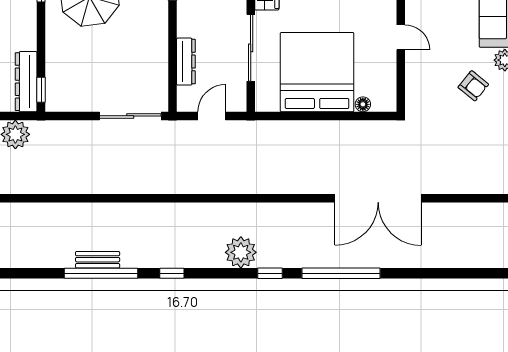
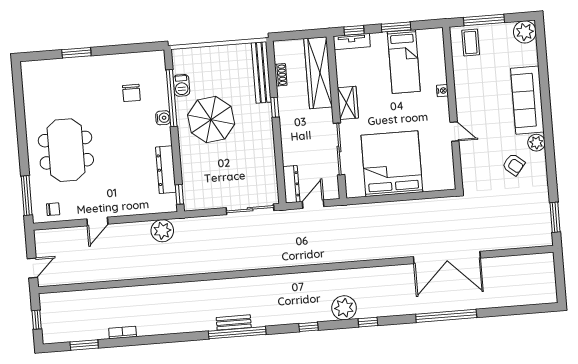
dresser: (186, 62) -> (291, 184), moved
dresser: (26, 82) -> (166, 170), moved
floor lamp: (363, 104) -> (429, 186), removed
window: (172, 273) -> (308, 327), moved
window: (341, 273) -> (446, 316), moved

